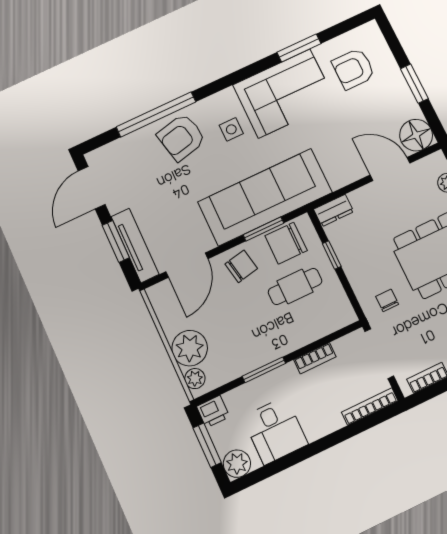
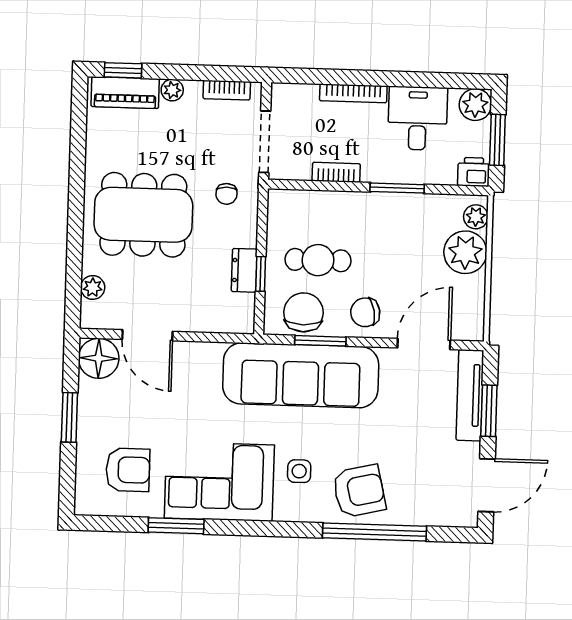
dresser: (334, 210) -> (244, 270), moved, turned -90
chair: (286, 243) -> (304, 312), turned -90
bookcase: (370, 407) -> (353, 93), moved

